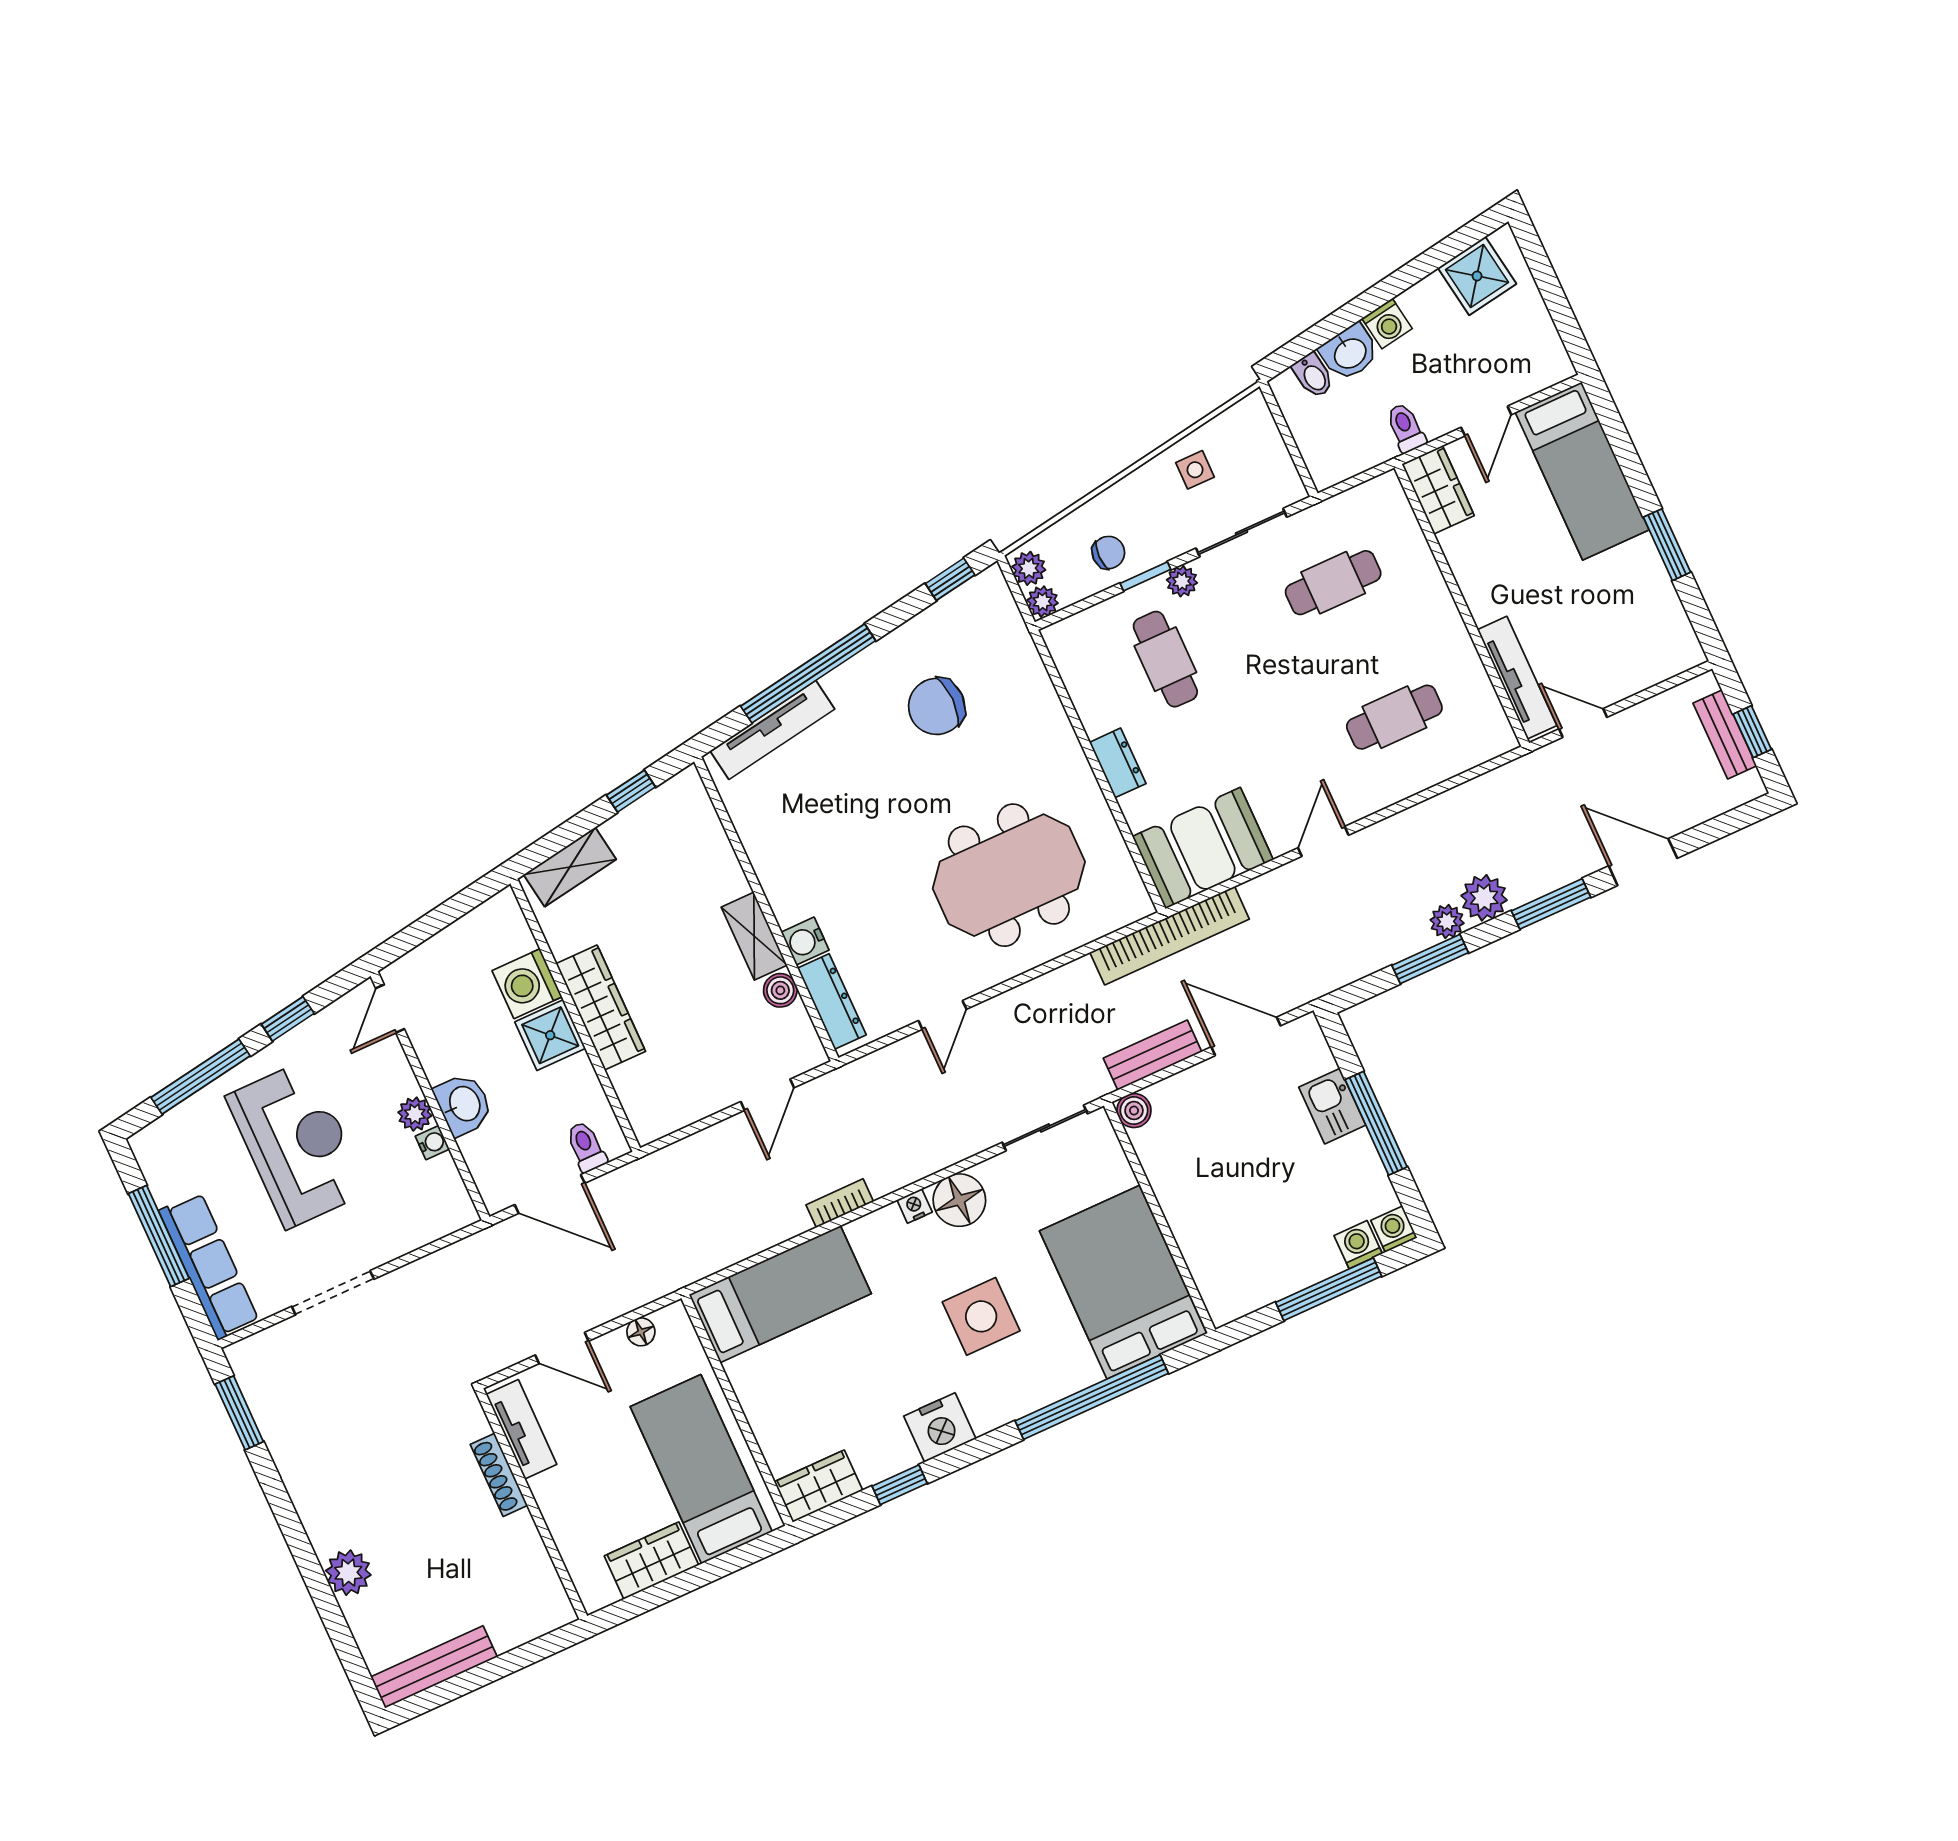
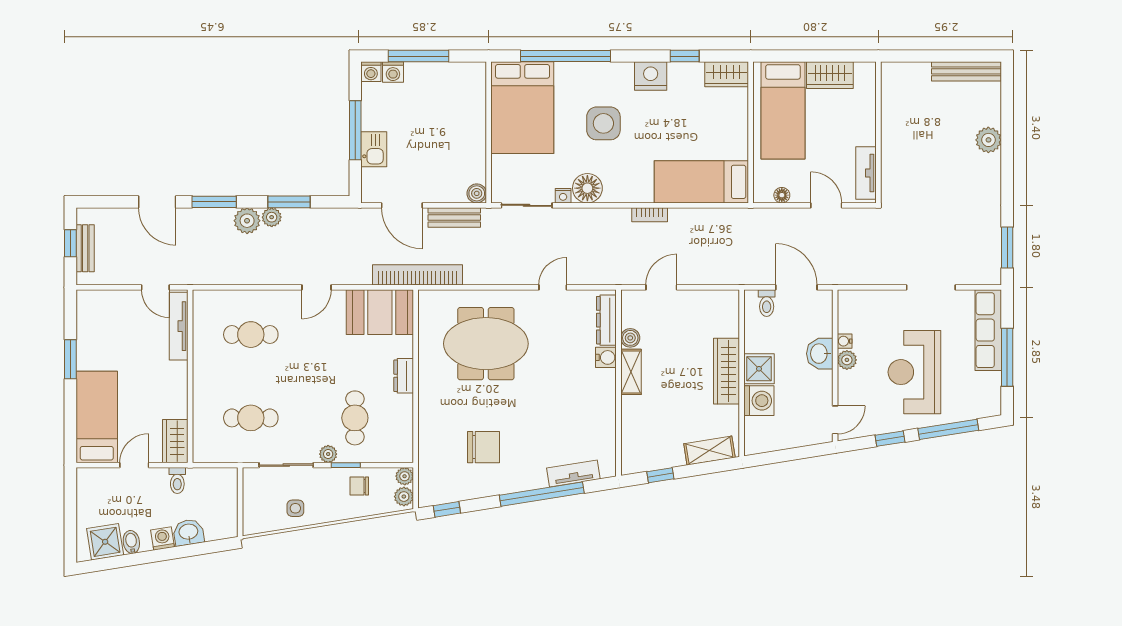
bidet: (1313, 375) -> (131, 542), moved
tv unit: (772, 730) -> (573, 474), width x0.71
nightstand: (915, 1206) -> (563, 196), moved
shoe rack: (499, 1475) -> (888, 155), removed

